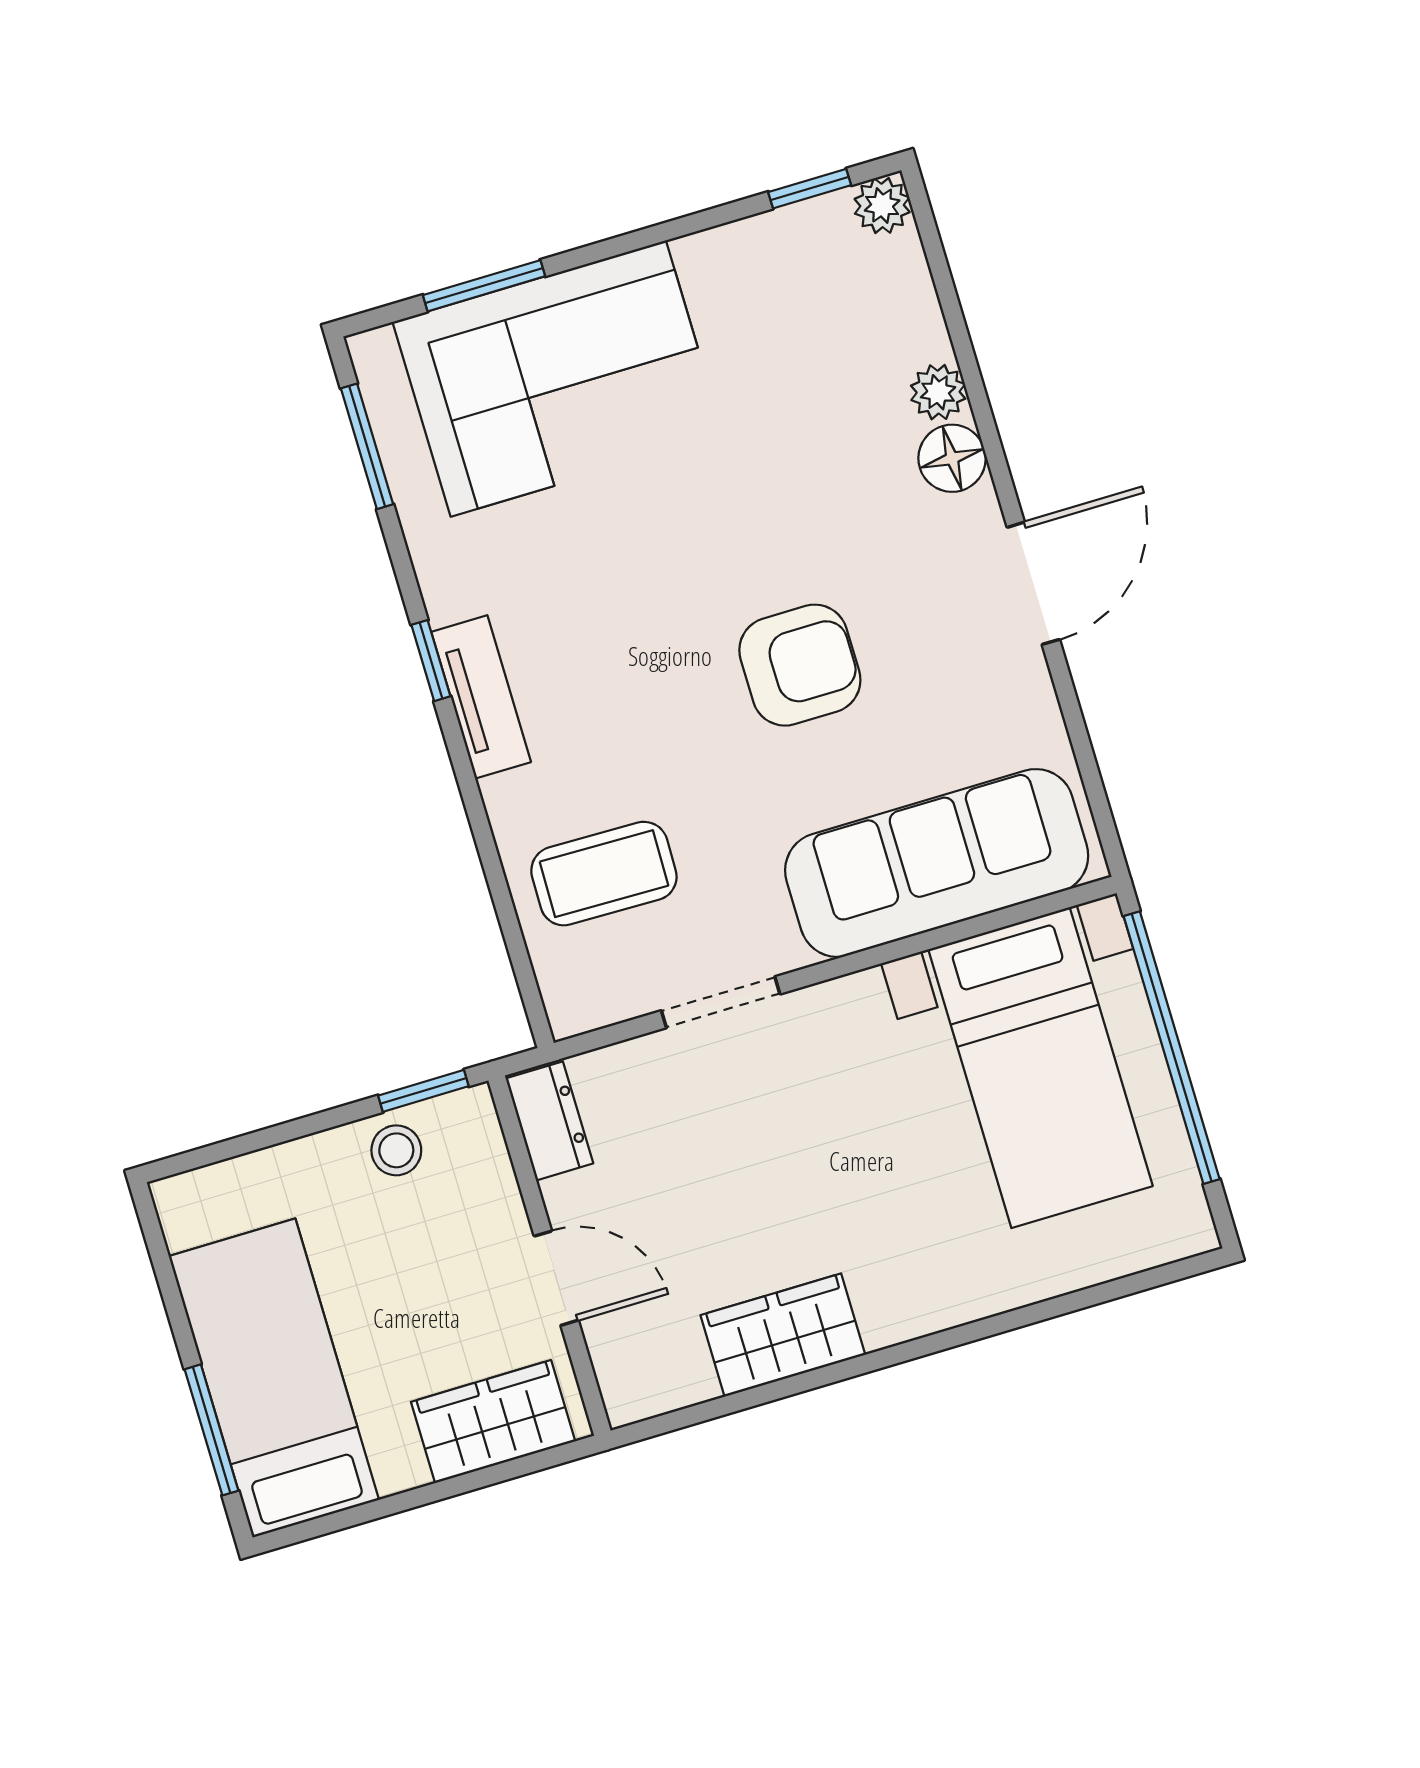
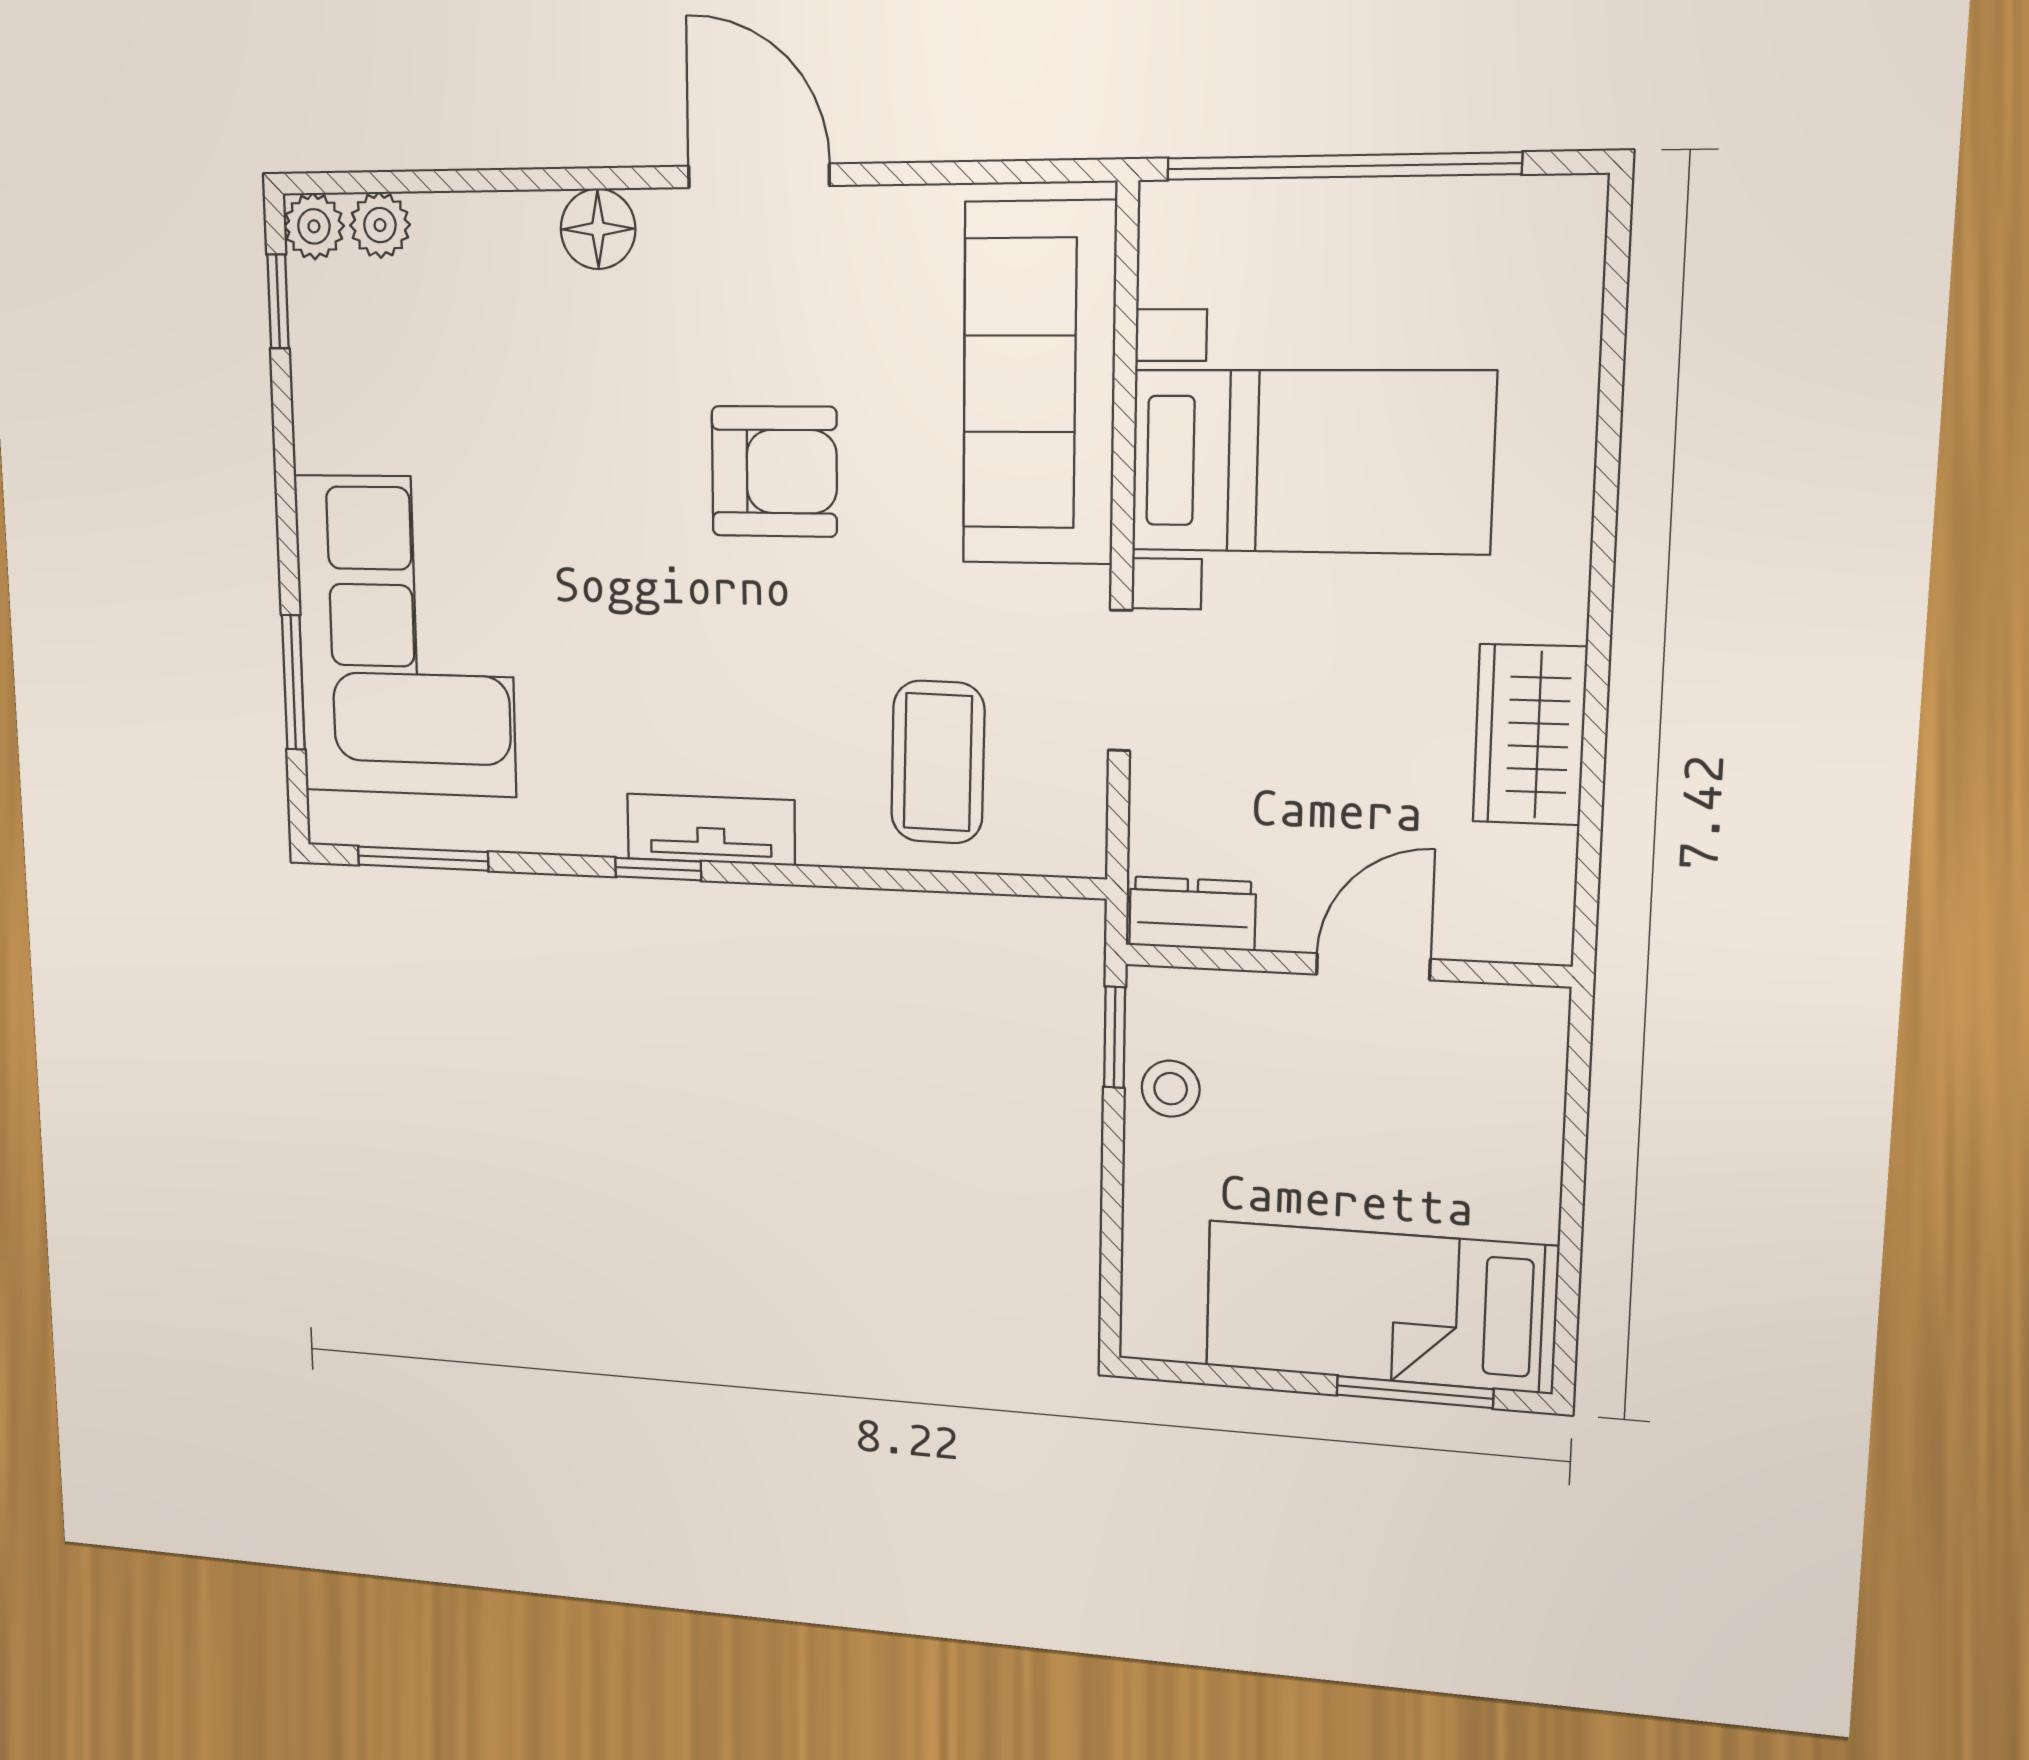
plant: (938, 392) -> (380, 225), moved
armchair: (800, 665) -> (774, 471), turned 90
bed with nightstands: (1040, 1068) -> (1311, 462), moved
wardrobe: (493, 1422) -> (1514, 1092), removed

